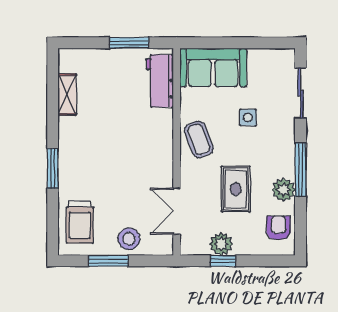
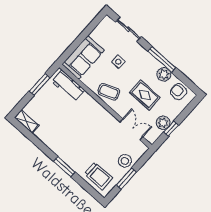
shelving: (67, 95) -> (27, 121), moved
double door: (177, 211) -> (131, 129), swing flipped

